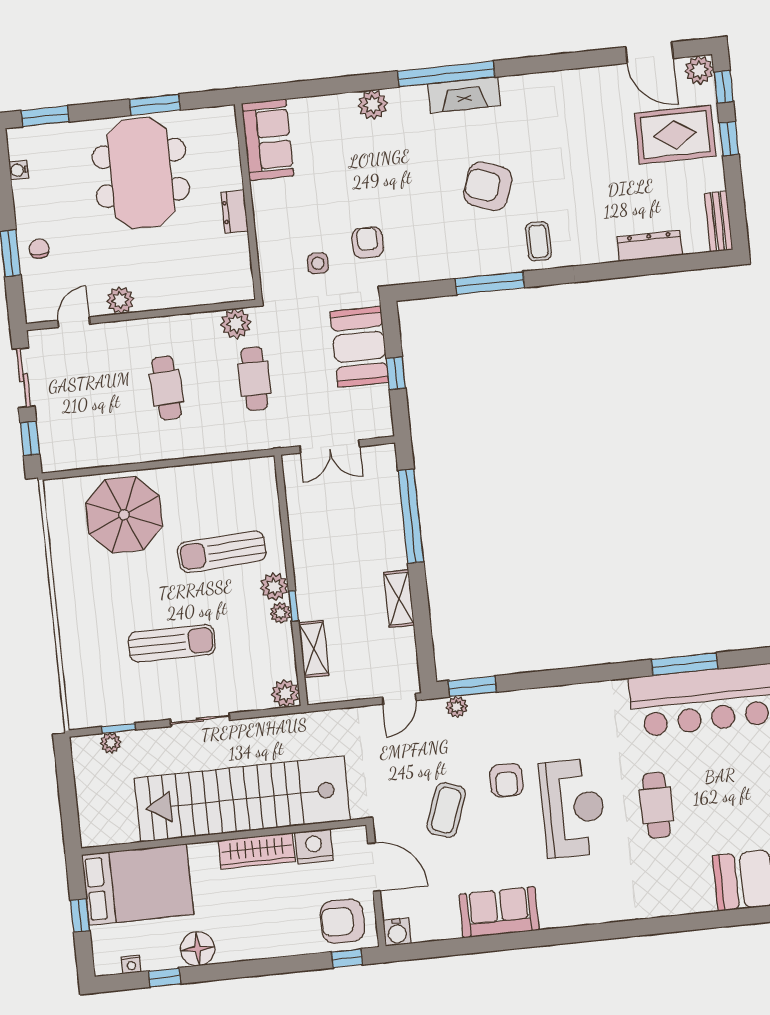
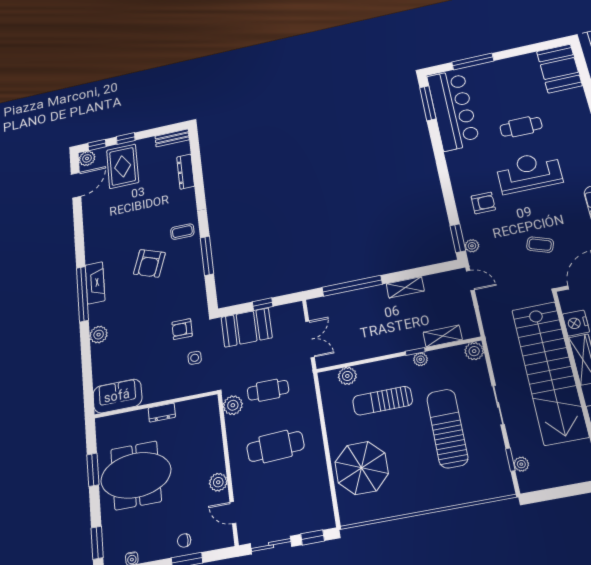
cafe table: (167, 388) -> (275, 447), width x1.37, depth x1.35
sun lounger: (222, 552) -> (383, 401), turned 93
plant: (274, 587) -> (347, 376), moved
sun lounger: (172, 643) -> (447, 428), width x1.36, depth x1.34
window: (685, 664) -> (428, 103), moved
armchair: (506, 780) -> (483, 203), moved
coffee table: (446, 810) -> (540, 245), width x0.73, depth x0.77

